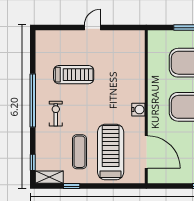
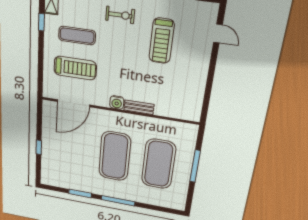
door: (92, 28) -> (218, 33), moved
bench: (140, 88) -> (139, 107), added
treadmill: (111, 152) -> (75, 68), width x0.73, depth x0.73

